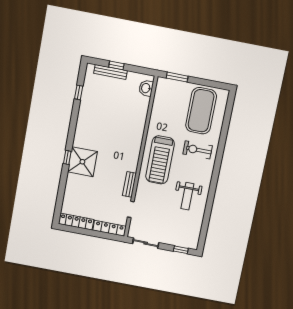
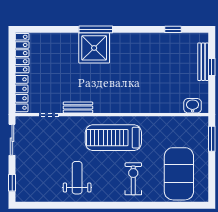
exercise mat: (201, 111) -> (179, 174), turned 90
window: (67, 157) -> (96, 29), width x2.17
weight bench: (187, 196) -> (77, 178), turned 90

